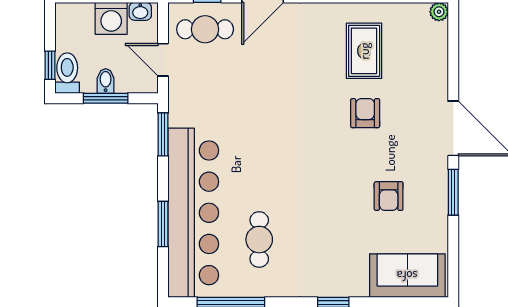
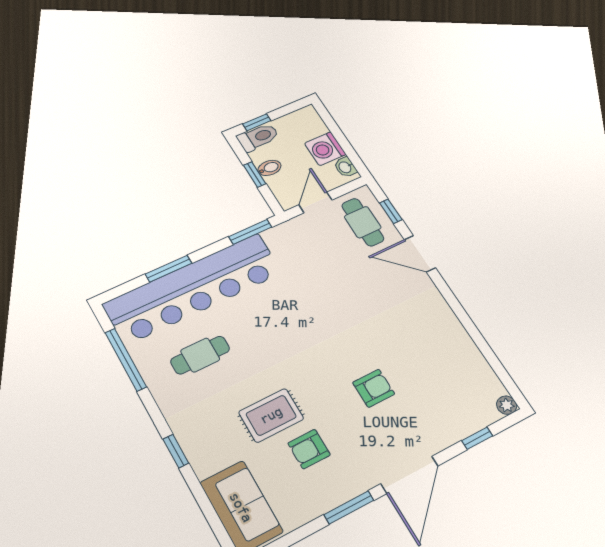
rug: (364, 51) -> (271, 415), moved
window: (453, 54) -> (477, 438), added
window: (106, 98) -> (255, 174), width x0.67

